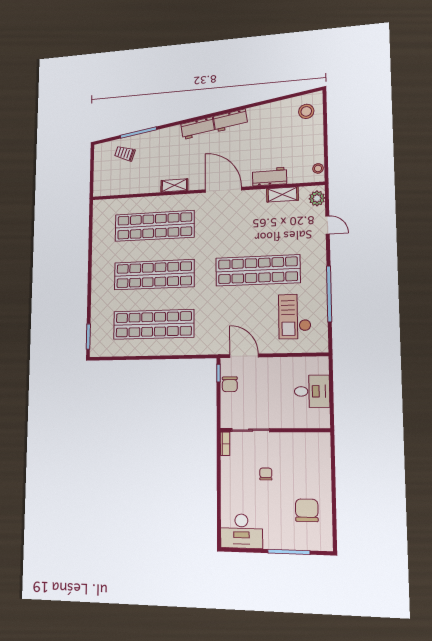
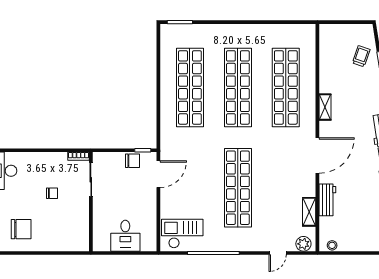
checkout: (295, 316) -> (182, 234), moved
chair: (230, 384) -> (132, 161), turned 180

